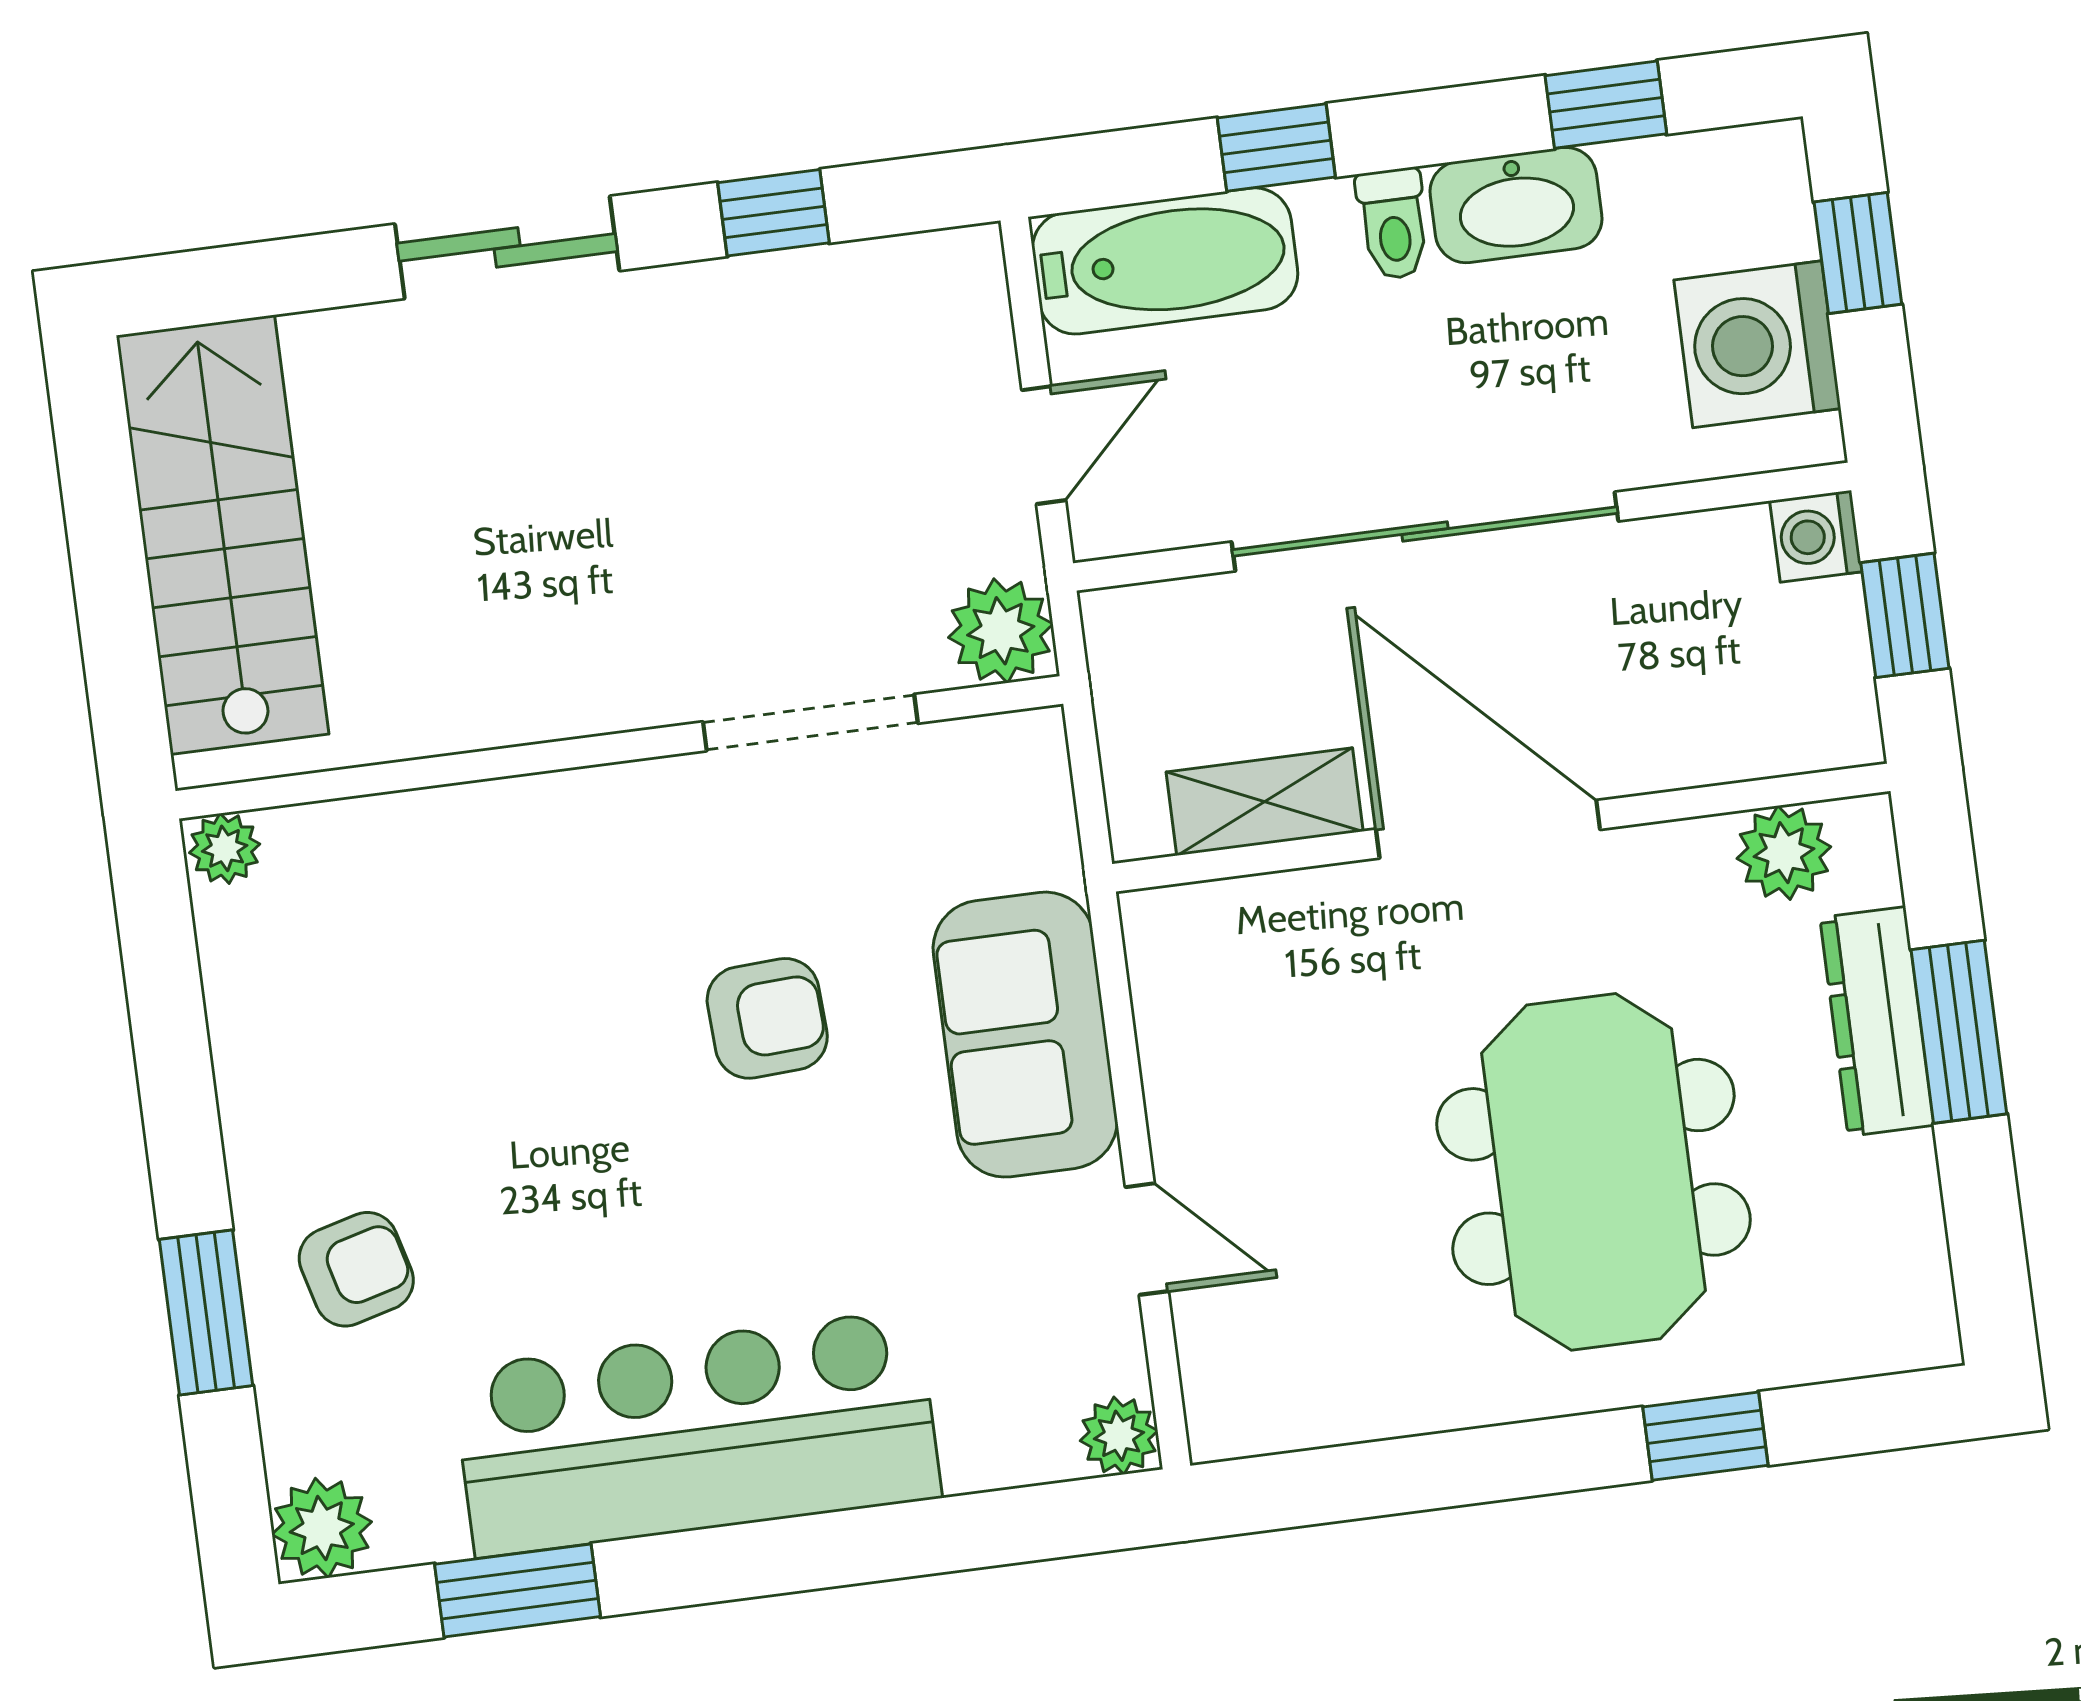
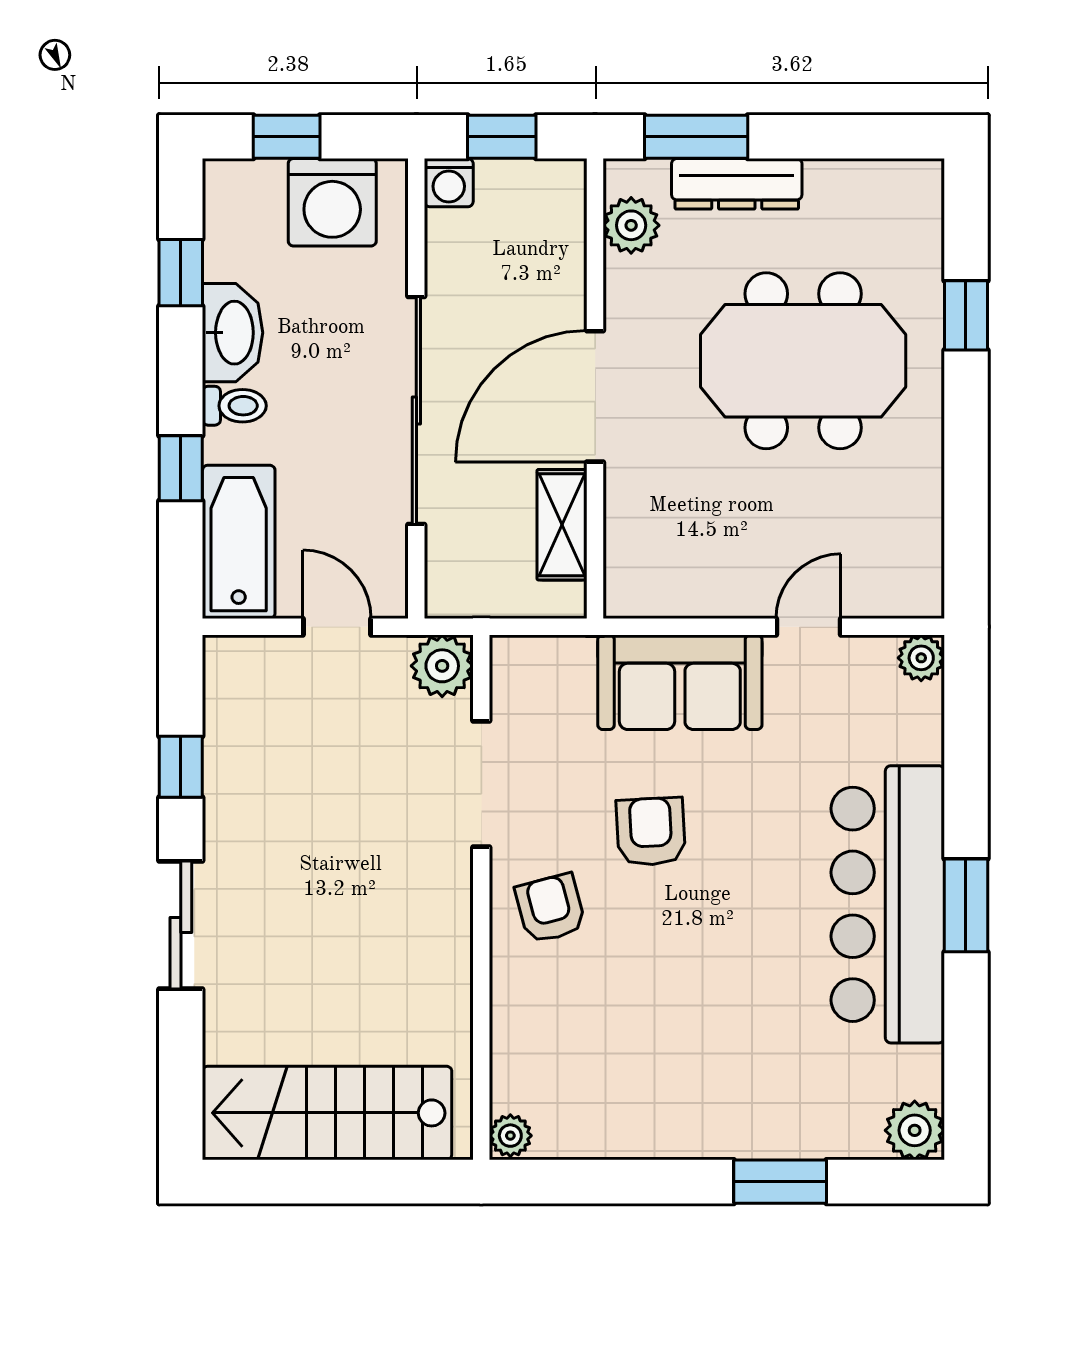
window: (1959, 1032) -> (696, 137), moved
armchair: (356, 1269) -> (550, 908), moved
window: (518, 1590) -> (966, 905), moved

